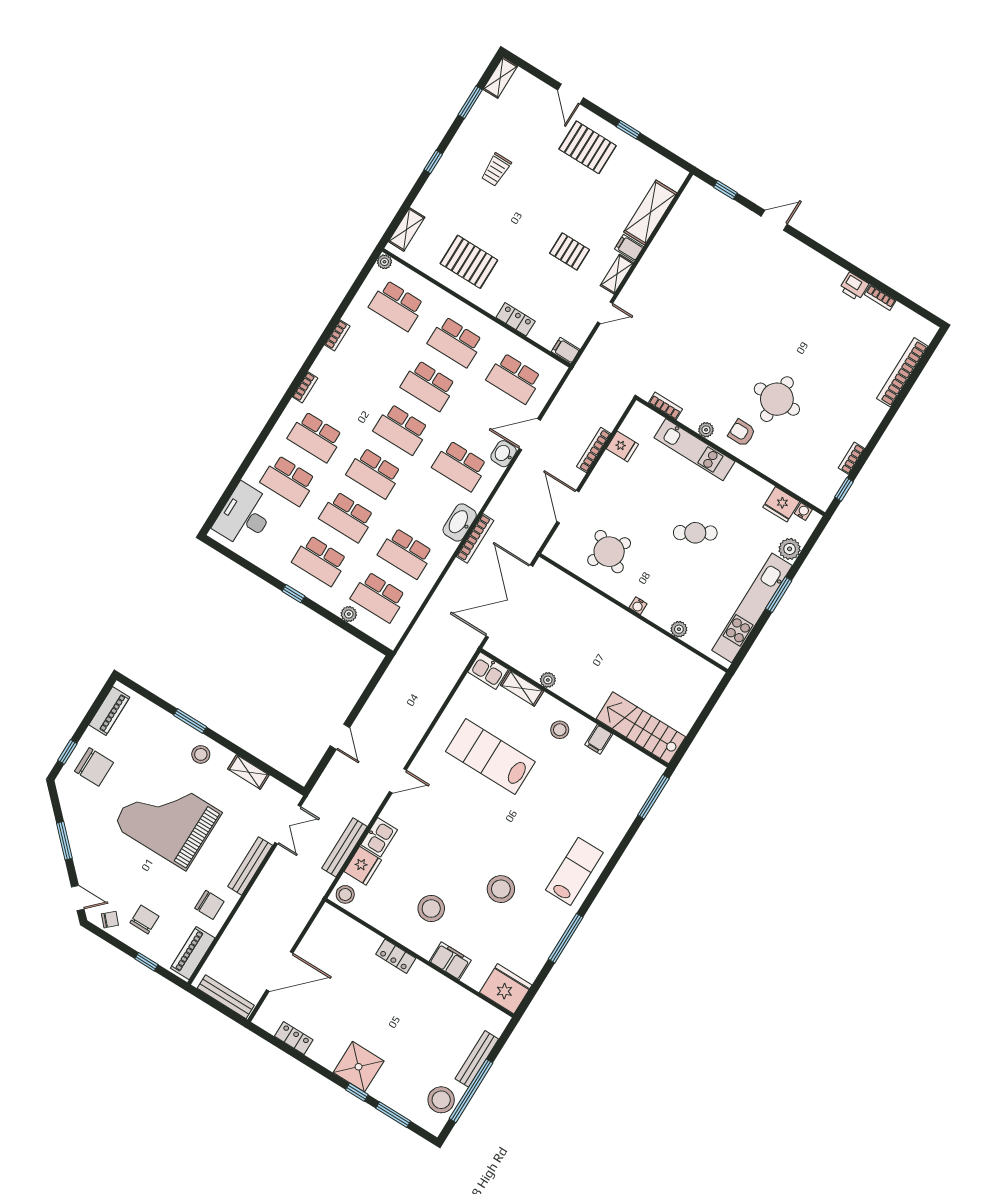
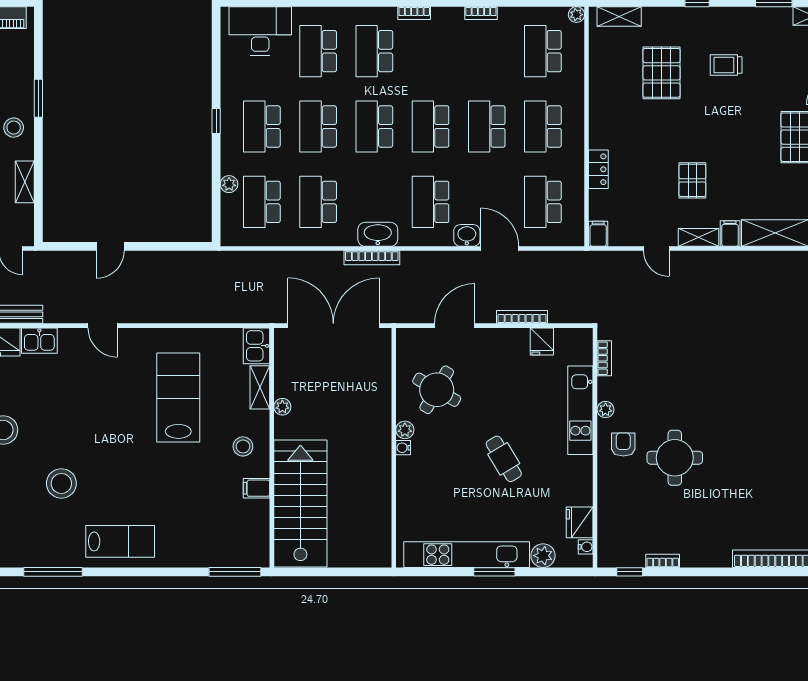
pallet: (469, 262) -> (662, 73), moved
plant: (679, 629) -> (405, 430), moved
stairs: (641, 728) -> (300, 504), width x1.36, depth x1.51

